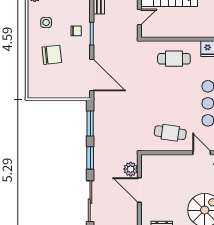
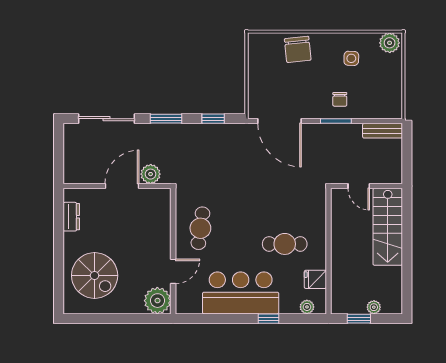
chair: (52, 55) -> (298, 49), moved
cafe table: (174, 59) -> (285, 244), moved, turned 90
door: (92, 75) -> (279, 121), hinge flipped
window: (90, 123) -> (213, 119), width x0.67

